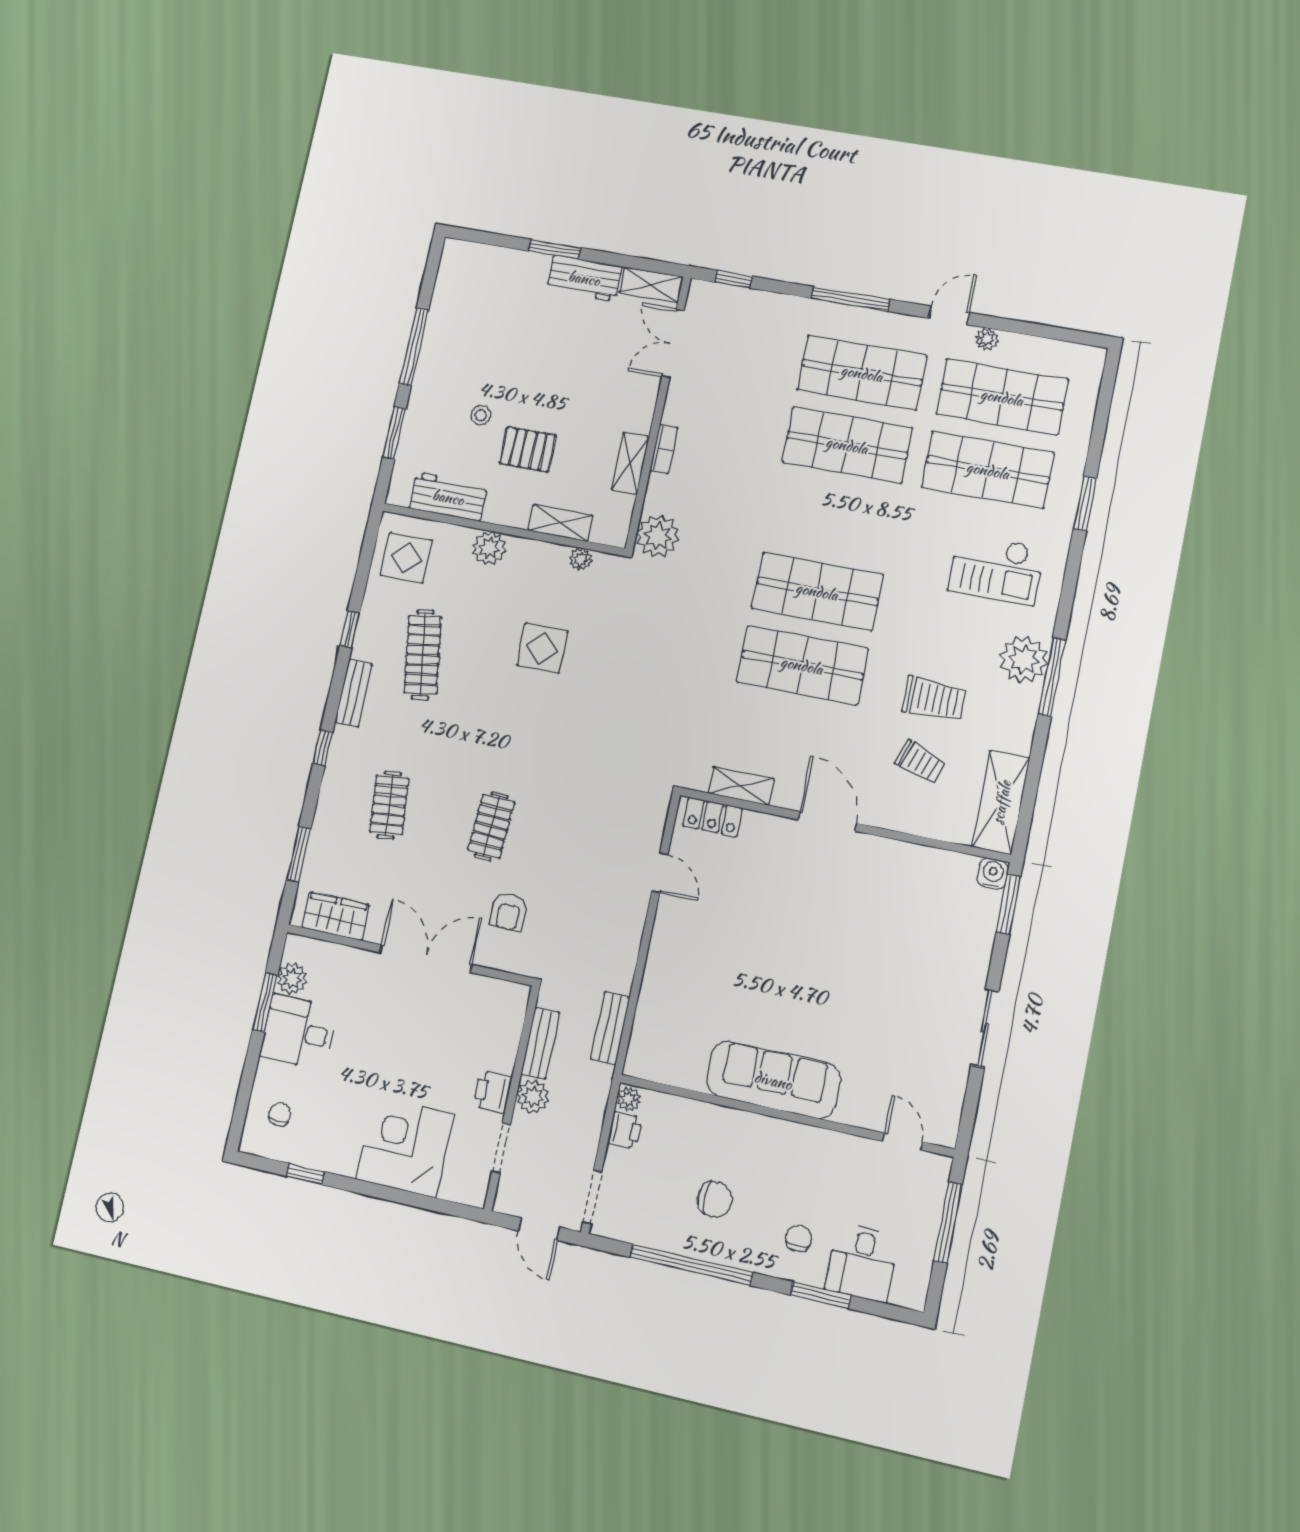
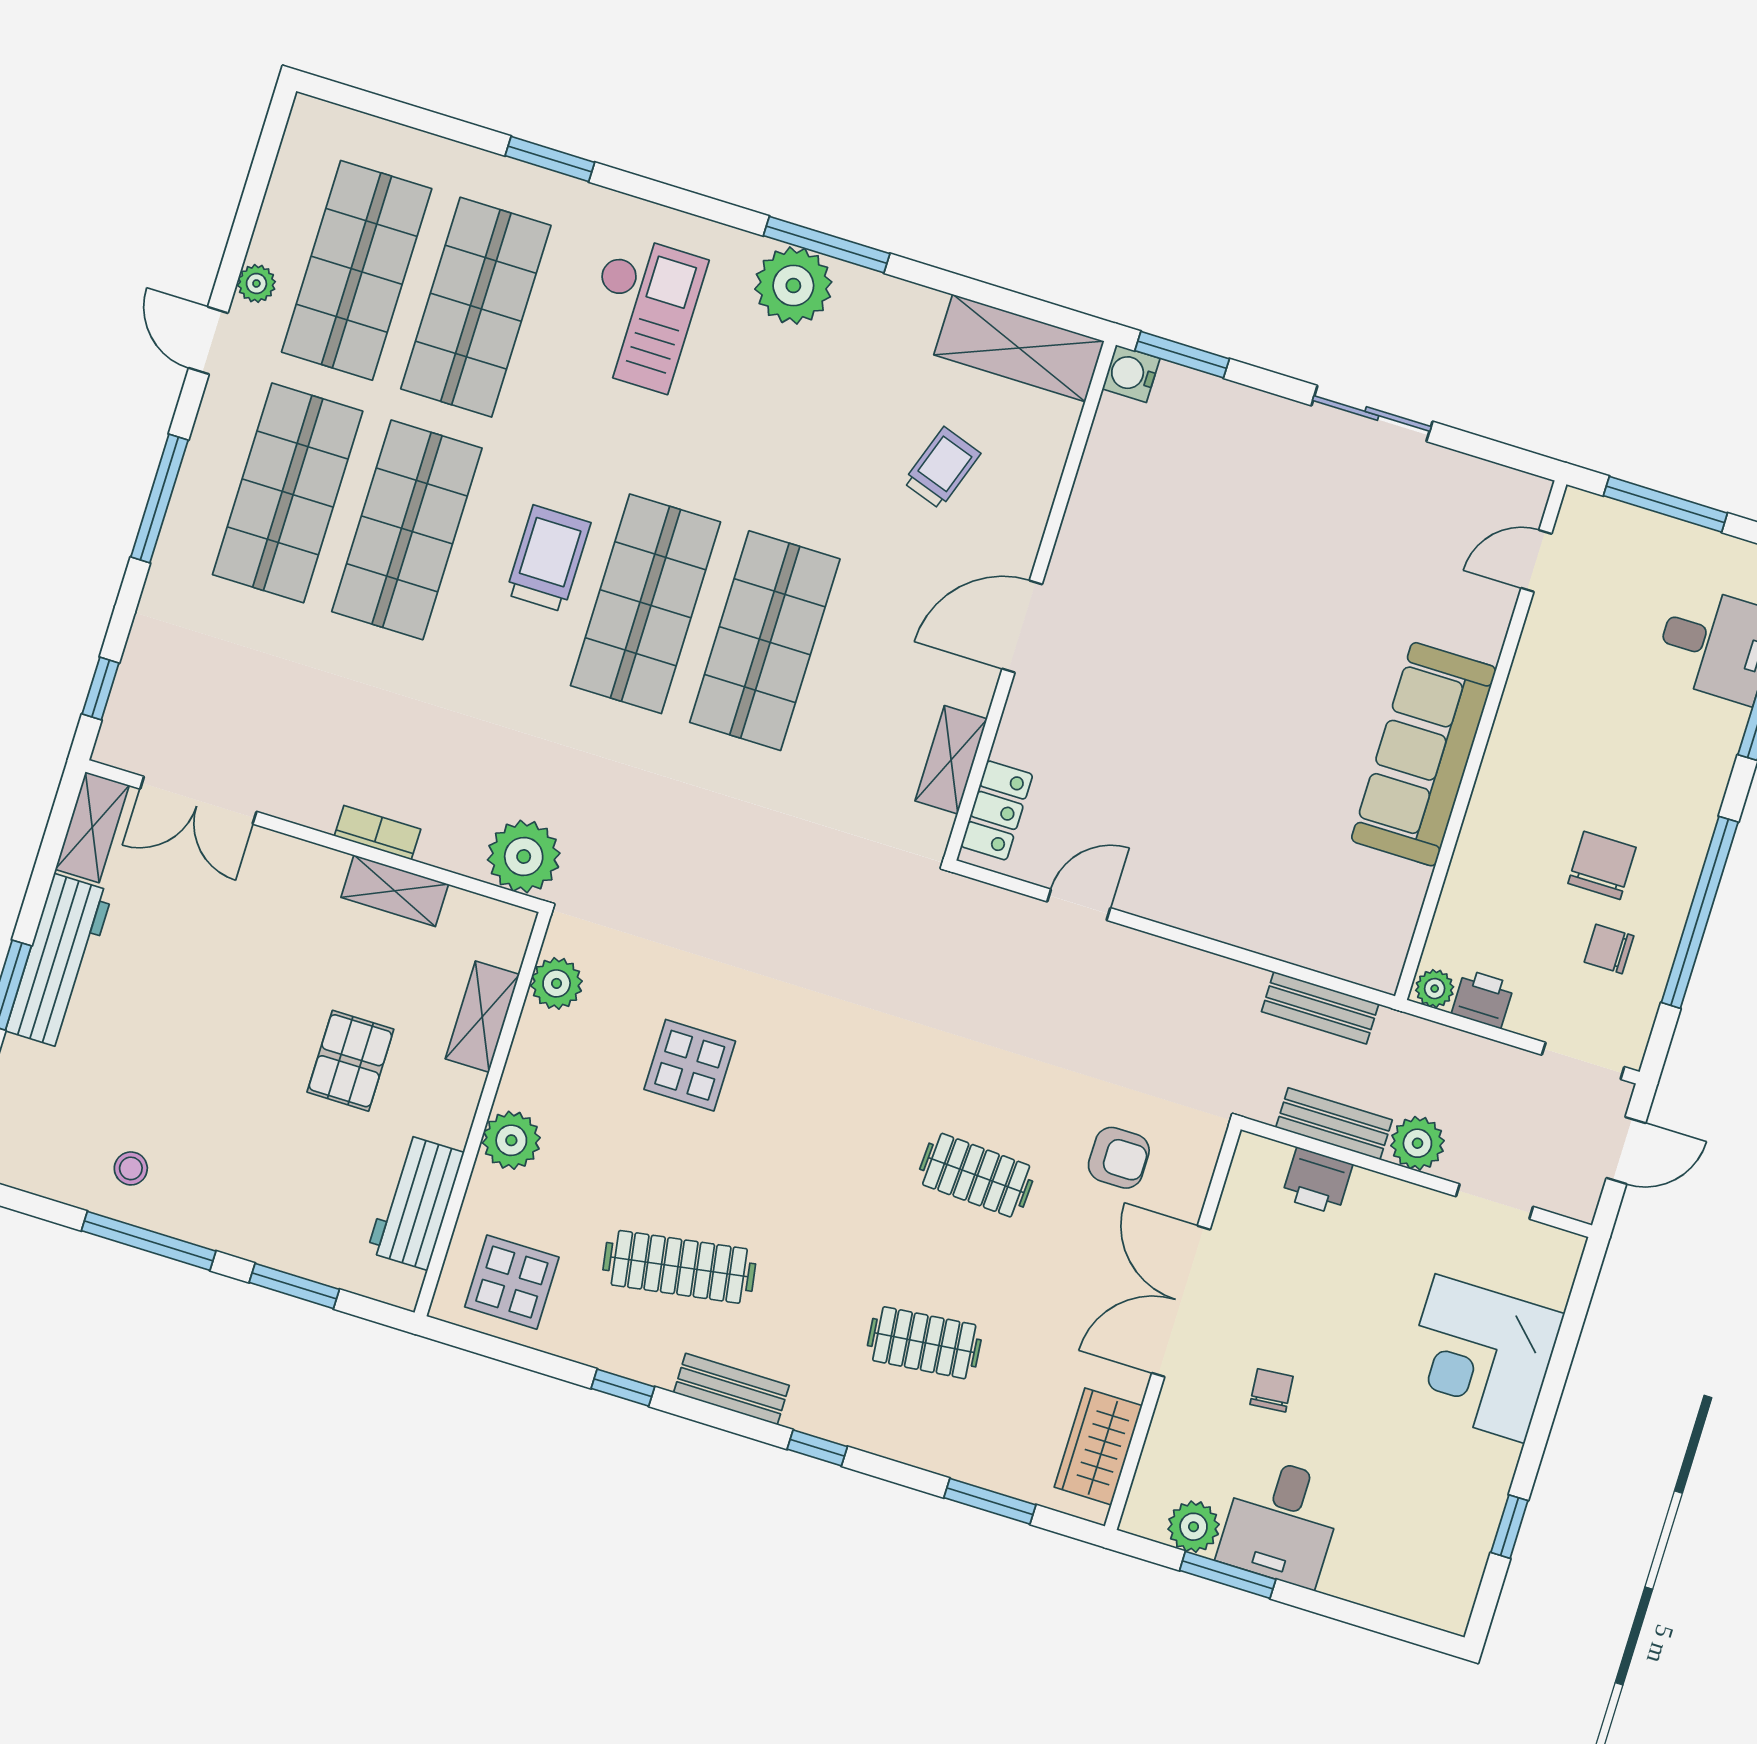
workbench: (584, 278) -> (59, 961), width x1.37
stool: (481, 415) -> (131, 1168), moved
plant: (581, 559) -> (557, 983), width x1.38, depth x1.38
trolley: (934, 699) -> (548, 558), moved
printer: (493, 1092) -> (1317, 1181), moved
chair: (280, 1115) -> (1272, 1390), moved, turned 83
chair: (799, 1238) -> (1609, 949), moved

